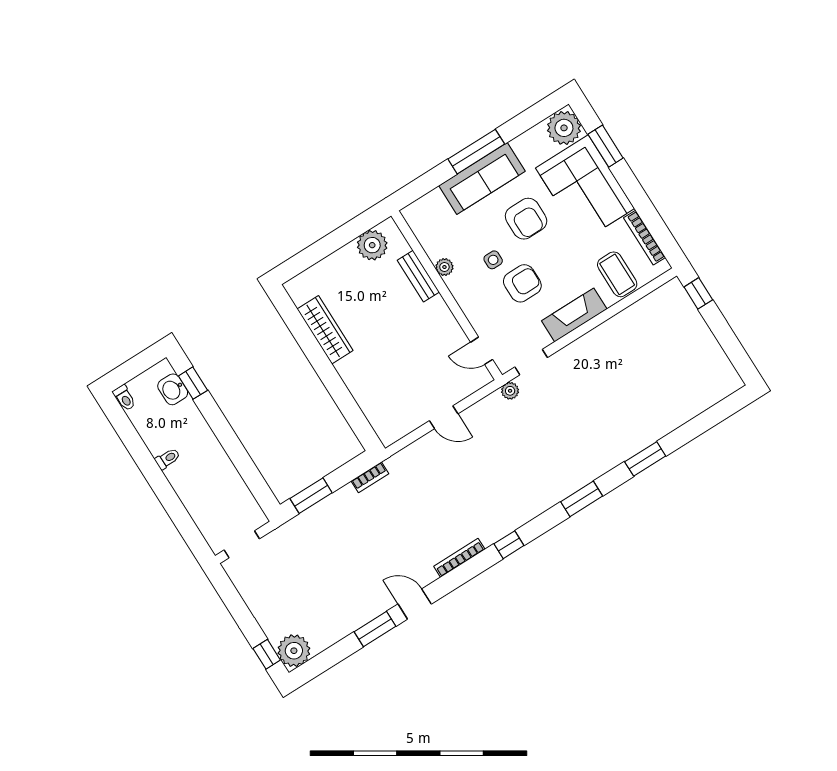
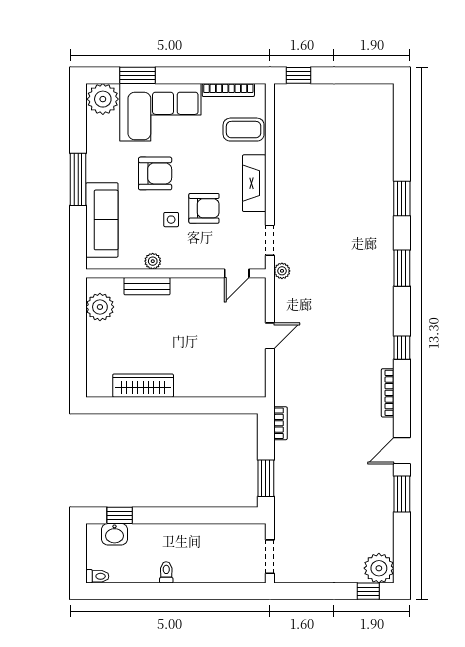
sofa: (482, 178) -> (102, 220), moved
armchair: (522, 283) -> (204, 208), turned 90

